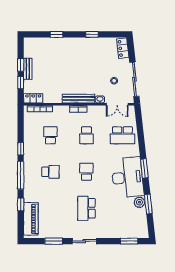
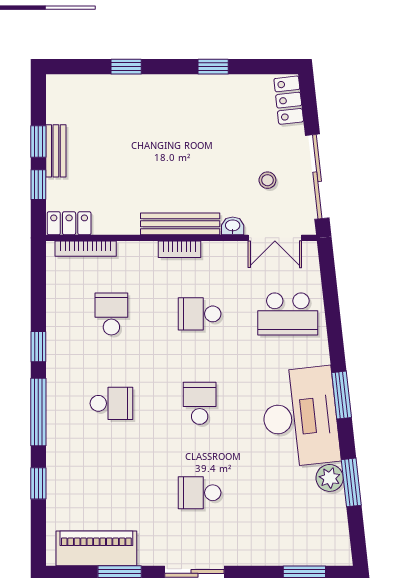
school desk: (86, 135) -> (200, 314), turned 90
school desk: (86, 208) -> (200, 493), width x0.54
piano: (31, 219) -> (96, 548), moved, turned -90

